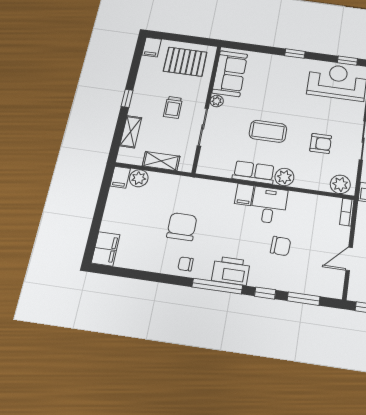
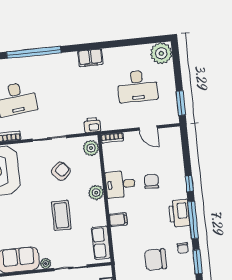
armchair: (321, 143) -> (61, 171), turned 47
row of seats: (254, 172) -> (101, 243), moved
desk: (269, 205) -> (120, 184), moved
window: (304, 299) -> (197, 262), moved

